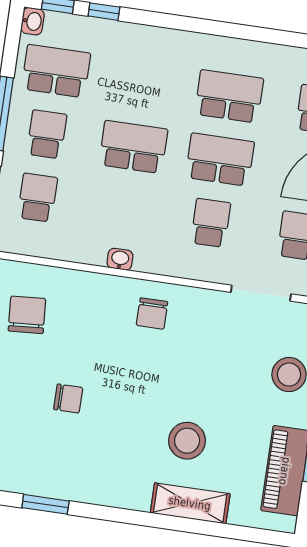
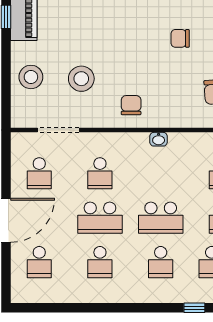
school desk: (143, 84) -> (161, 262), added
school desk: (229, 96) -> (100, 262), width x0.54
stool: (187, 441) -> (81, 79), moved

